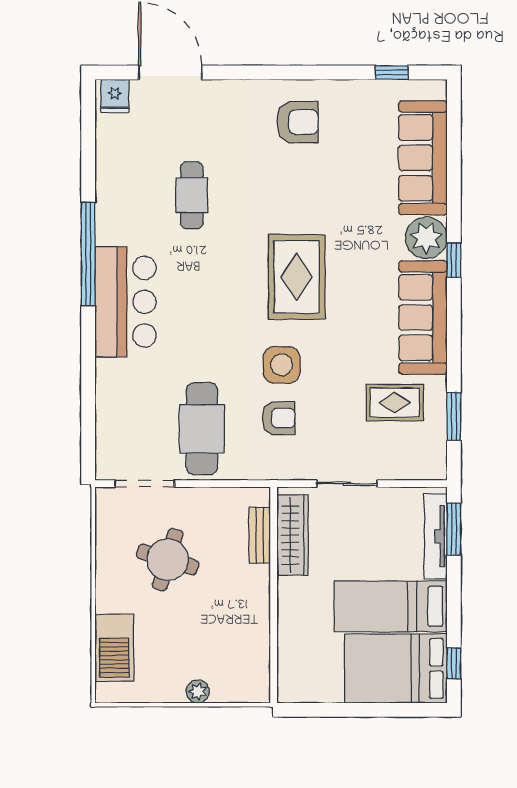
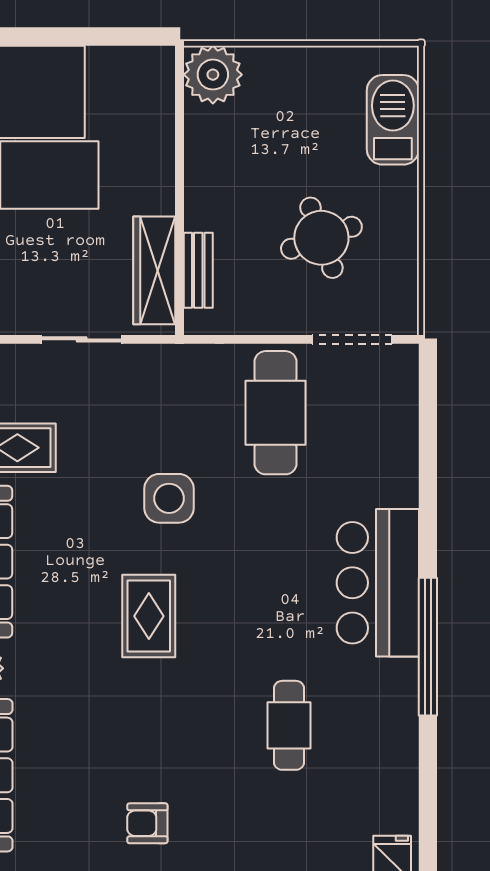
armchair: (298, 122) -> (147, 823), width x0.72, depth x0.72
rug: (297, 277) -> (149, 616), width x0.73, depth x0.70
armchair: (279, 418) -> (173, 427), removed
round table: (168, 560) -> (321, 238), turned -37
plant: (198, 692) -> (213, 75), moved, width x1.88, depth x1.88

